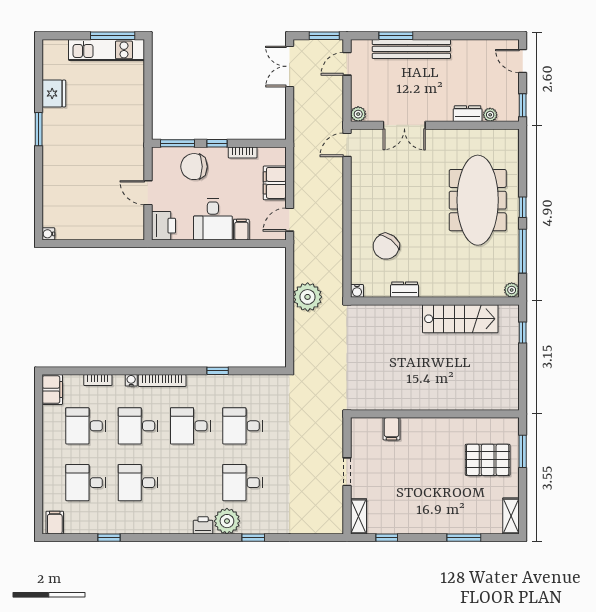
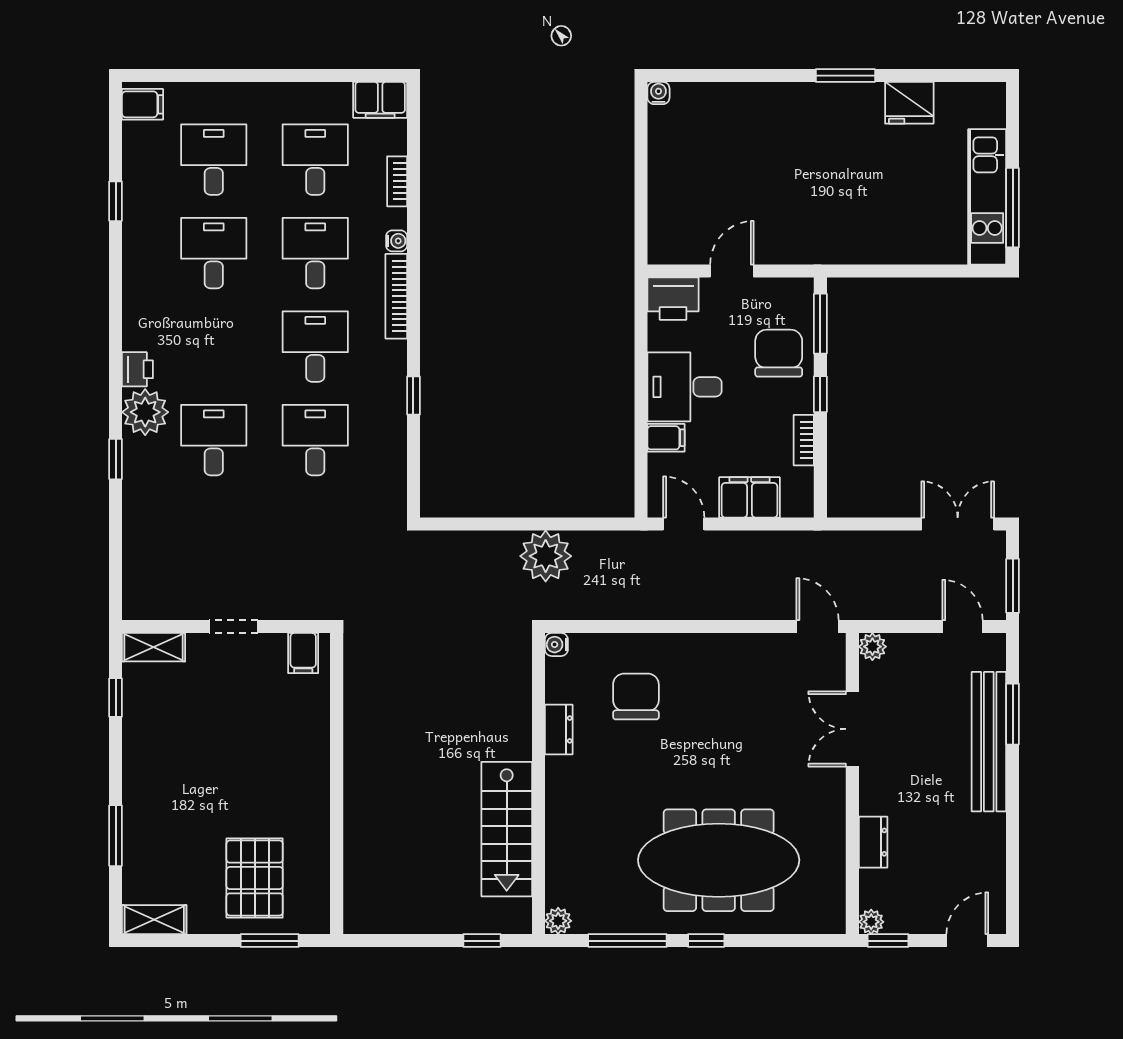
plant: (490, 115) -> (871, 922), moved
chair: (386, 246) -> (636, 696), turned 53
filing cabinet: (392, 429) -> (303, 653), moved, turned -90

